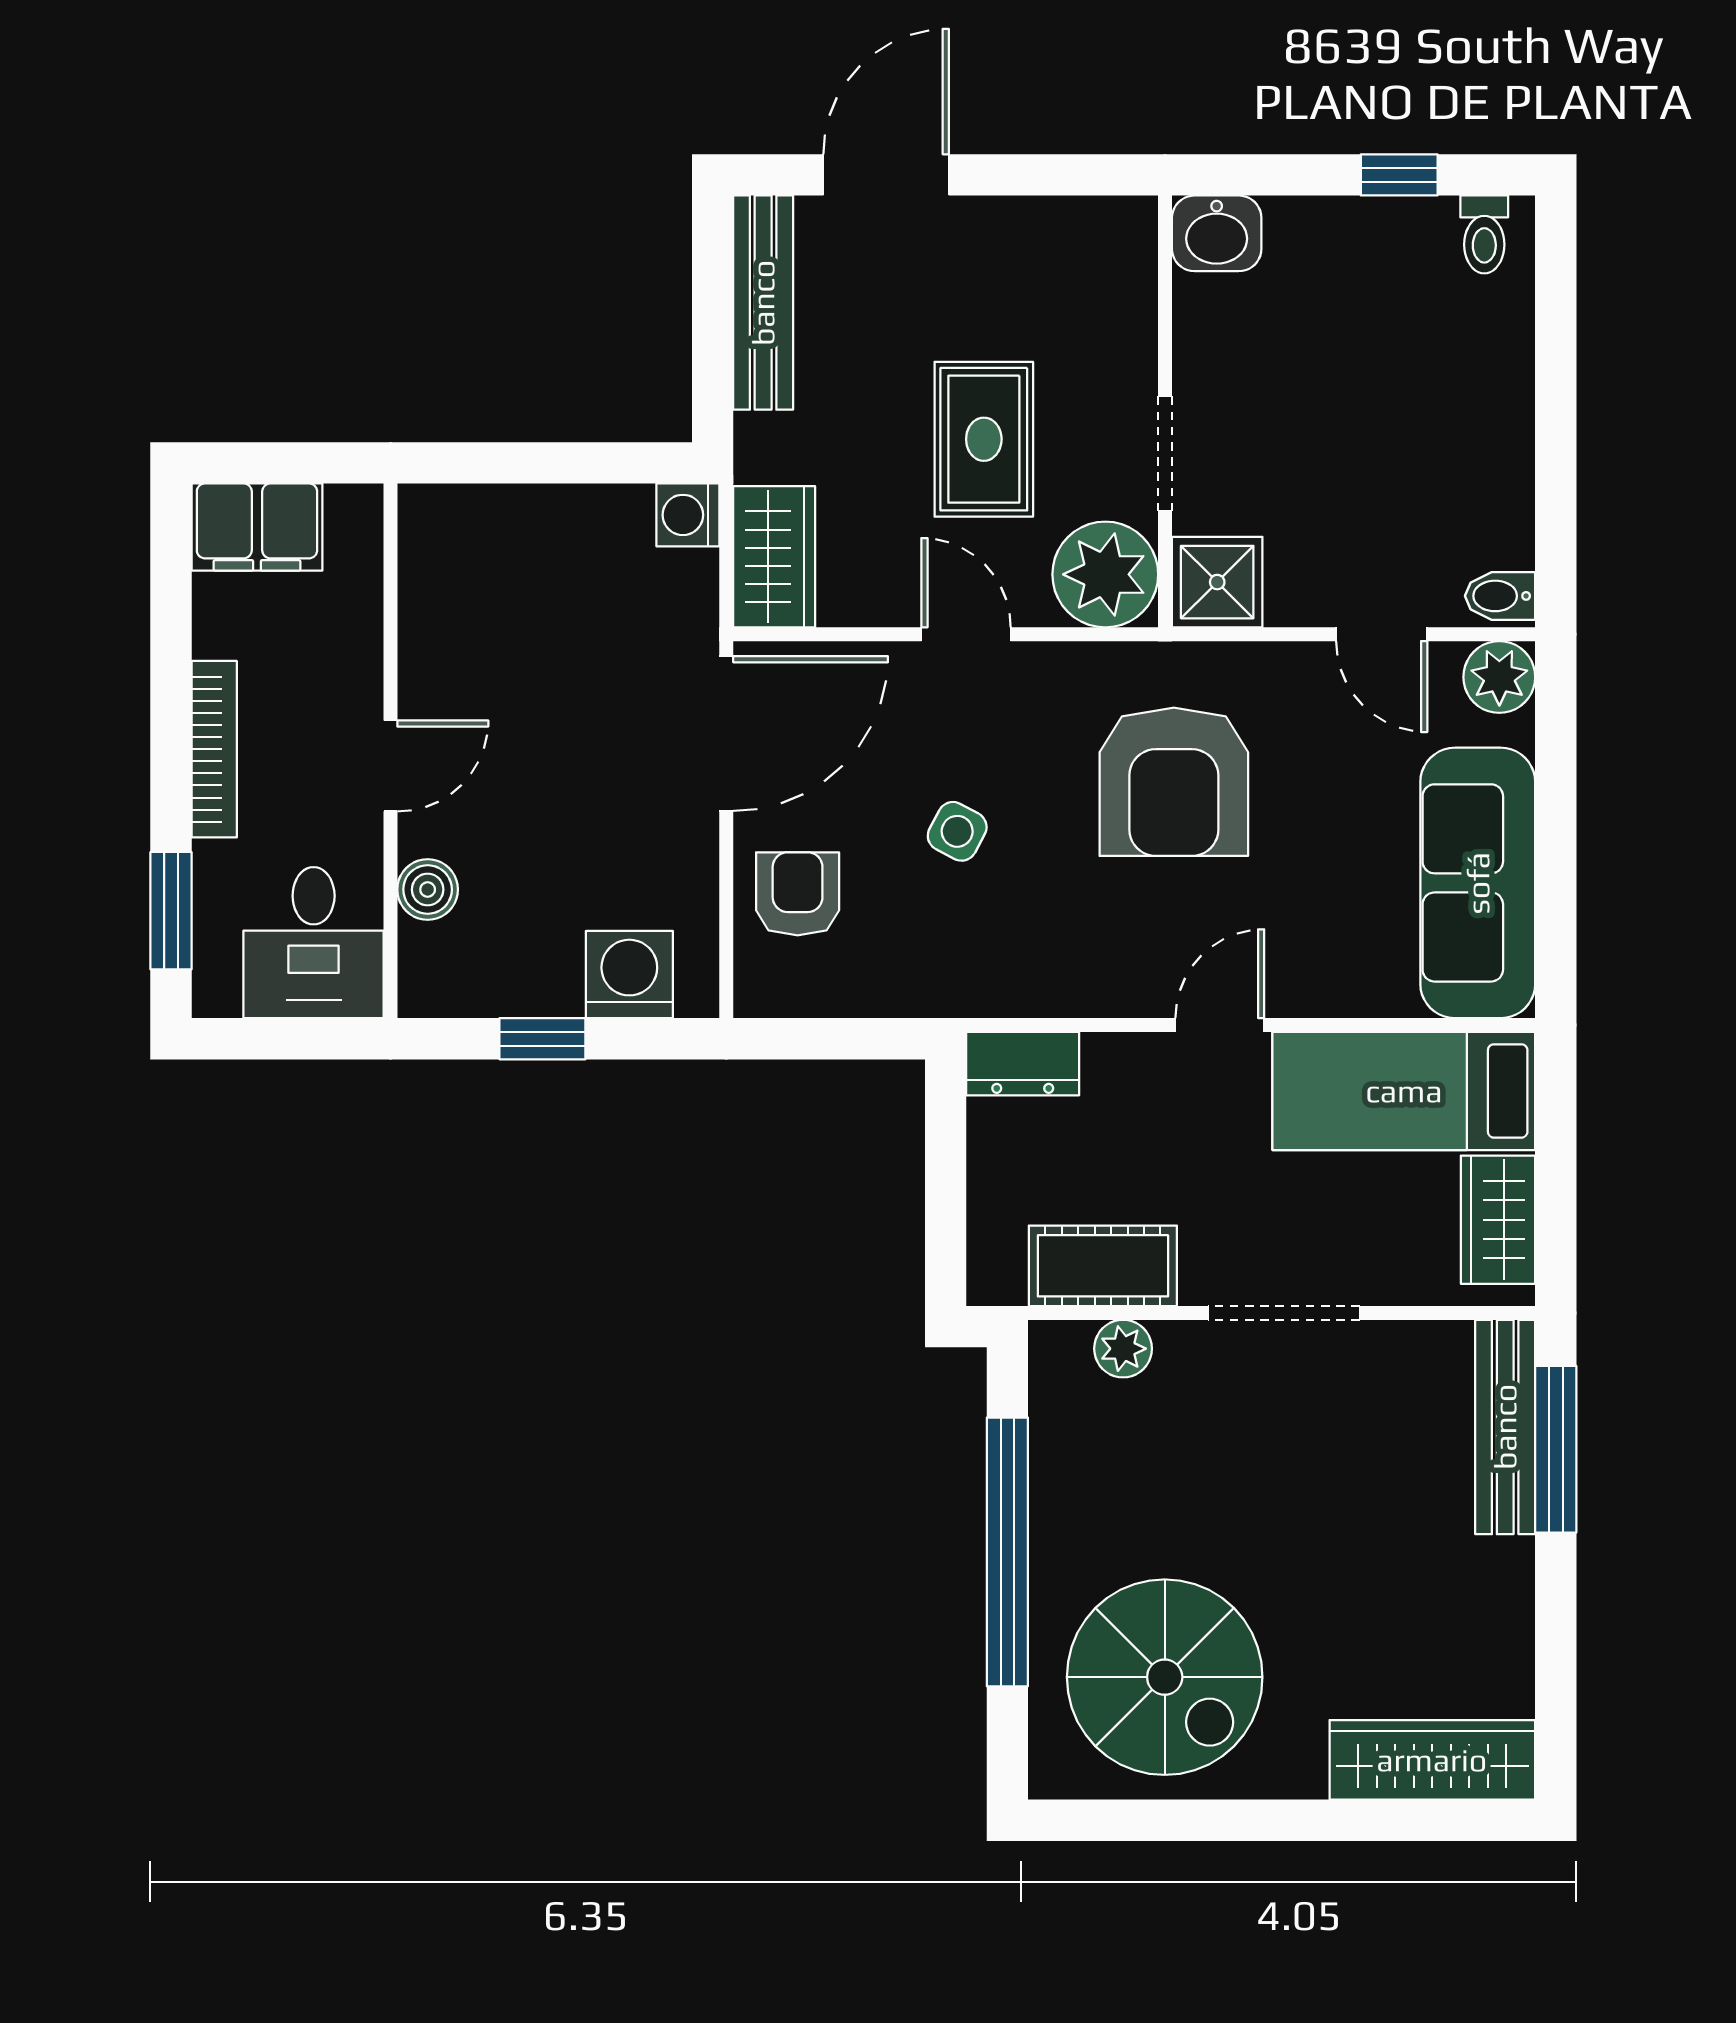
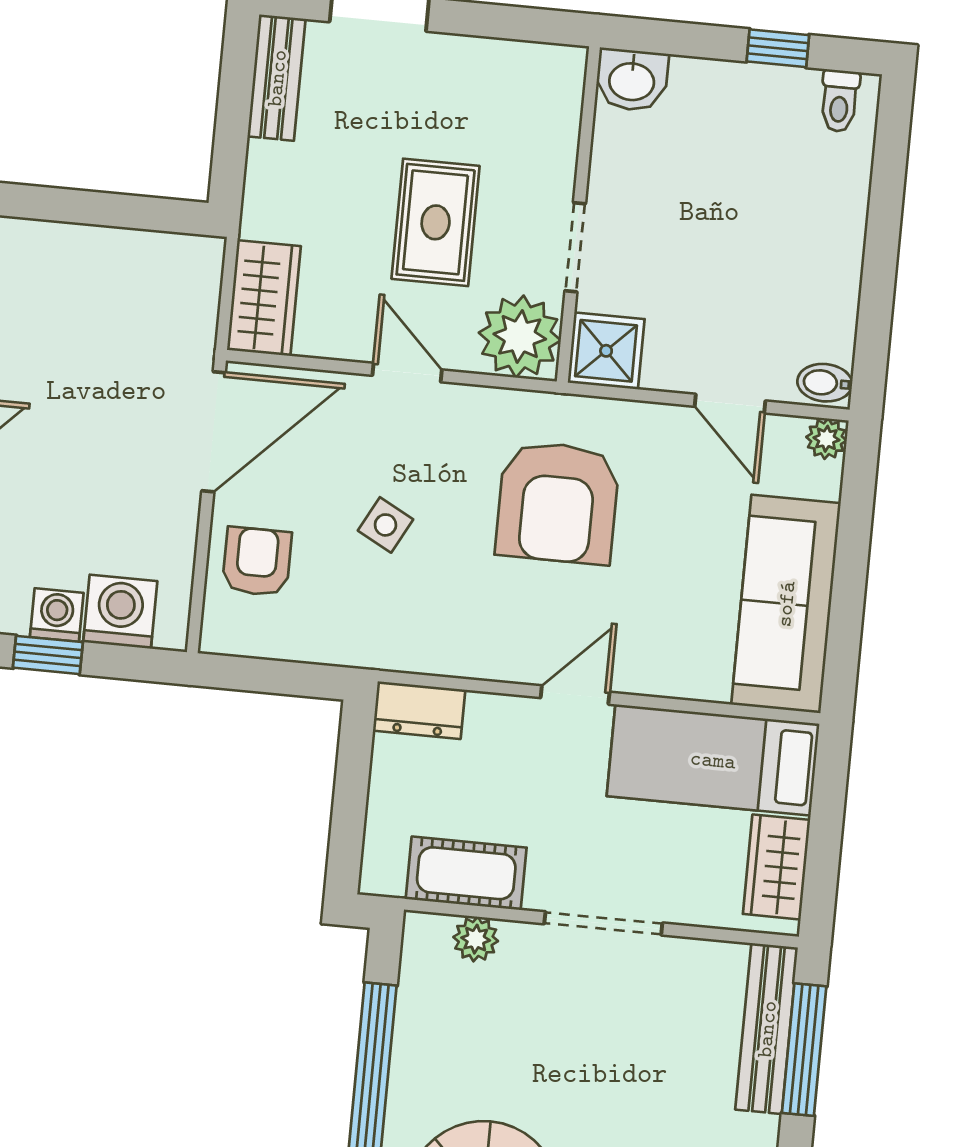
bench: (763, 303) -> (277, 78), width x0.73
washing machine: (688, 515) -> (57, 615), moved, turned 90
plant: (1499, 677) -> (826, 439), width x0.73, depth x0.73

